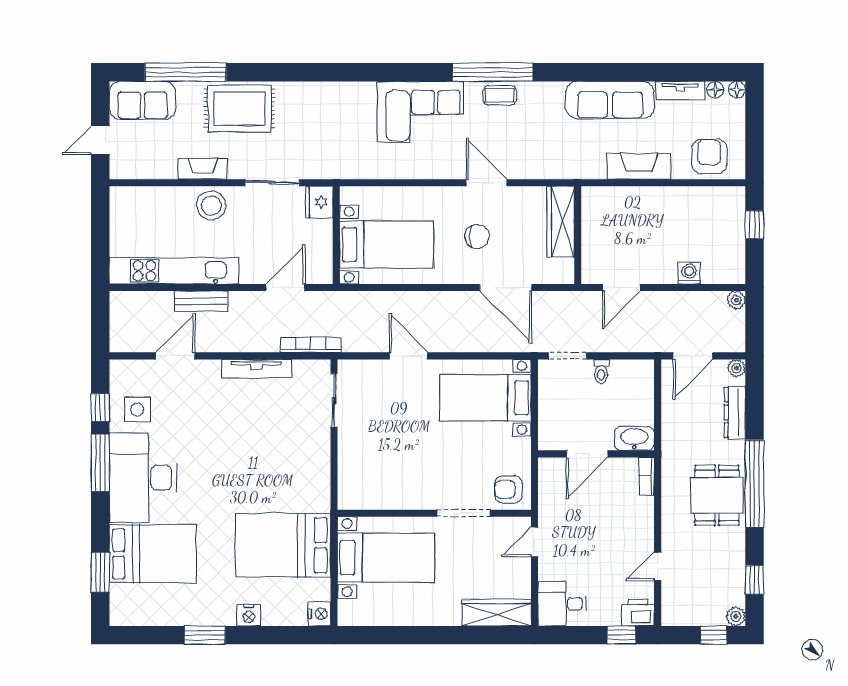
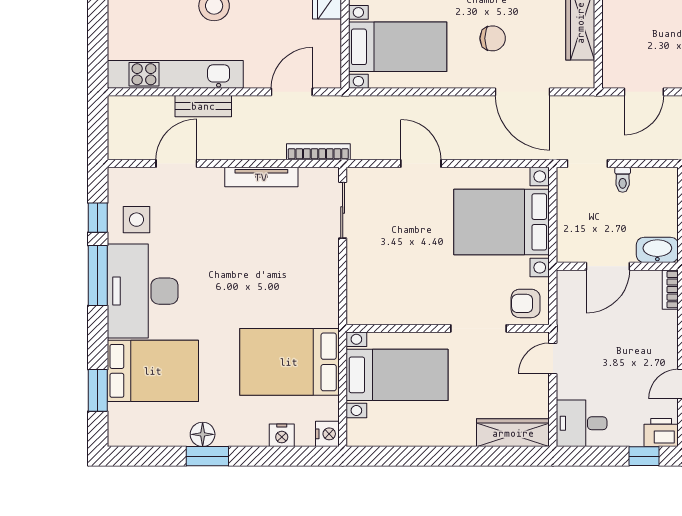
bed with nightstands: (486, 398) -> (502, 222), width x1.36
floor lamp: (200, 614) -> (203, 434), added
nightstand: (249, 615) -> (282, 435), moved

